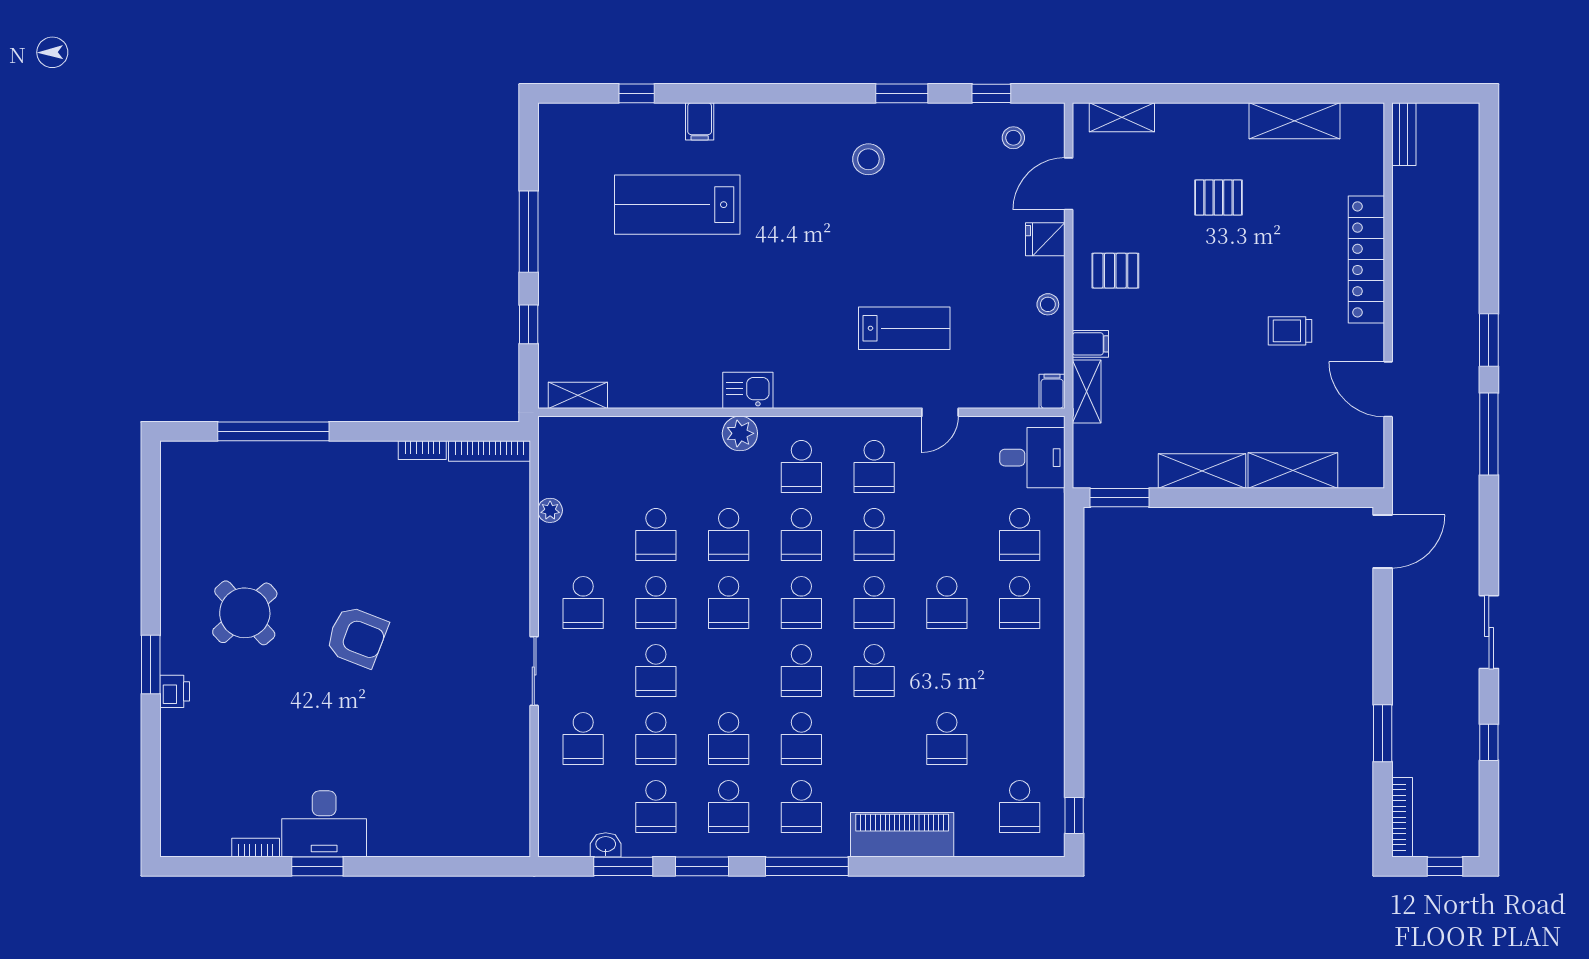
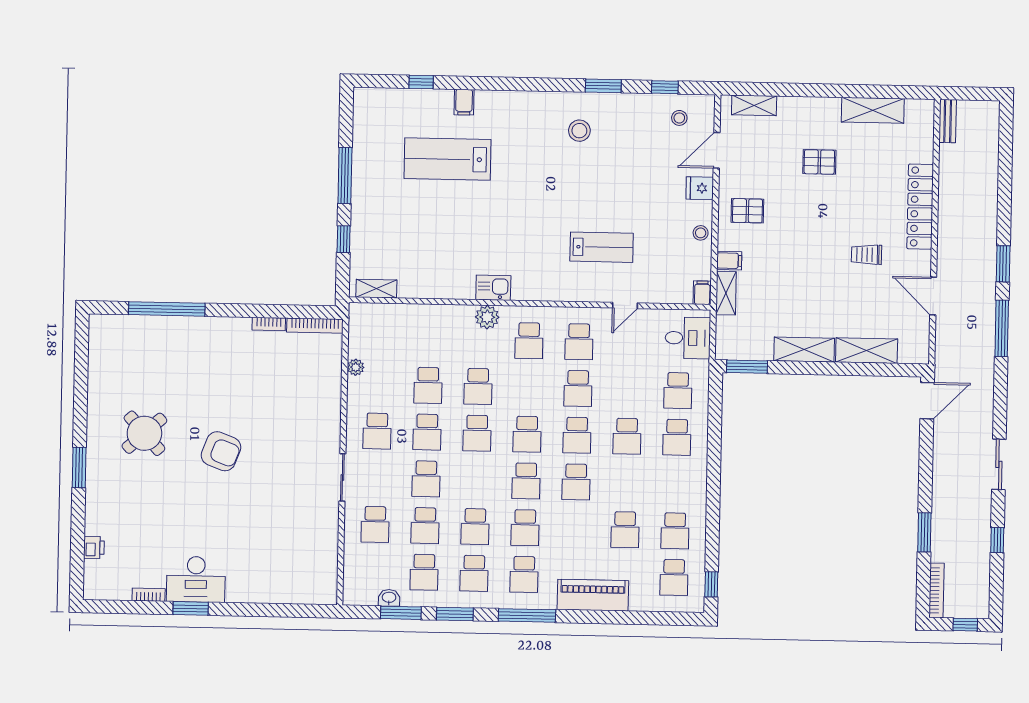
school desk: (801, 534) -> (675, 531), moved
printer: (175, 691) -> (94, 547), moved

